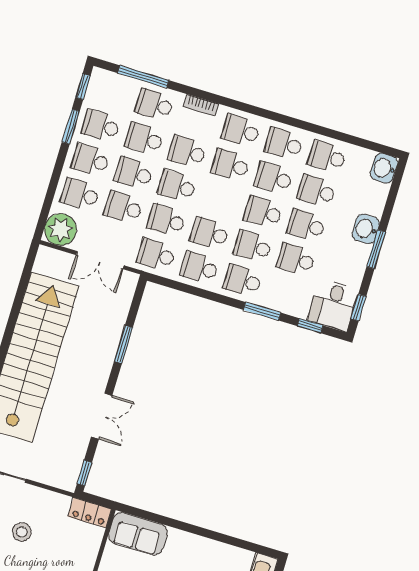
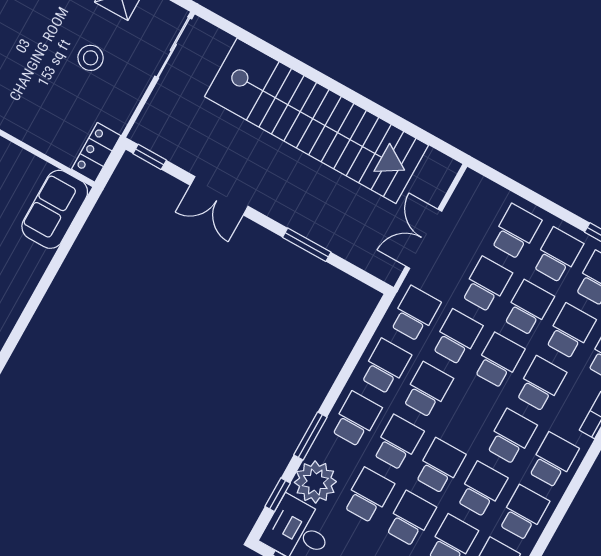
plant: (60, 230) -> (315, 482), moved

